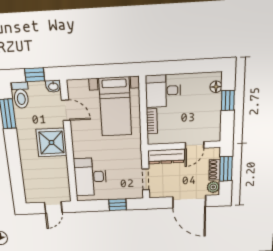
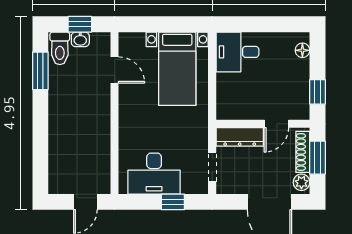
washbasin: (53, 86) -> (80, 39), moved
window: (228, 100) -> (318, 92), moved
bookcase: (152, 121) -> (222, 90), removed
shower: (52, 143) -> (92, 111), removed
shoe rack: (215, 170) -> (303, 152), width x1.43
desk: (90, 177) -> (154, 174), moved, turned -90

